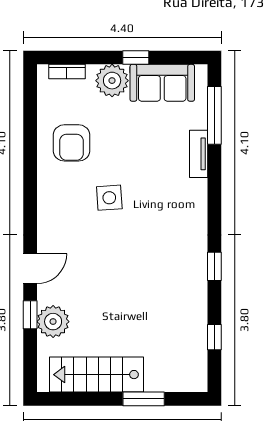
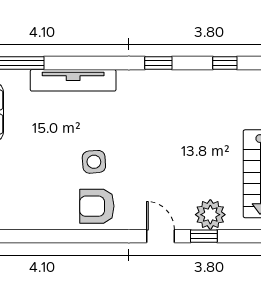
armchair: (71, 143) -> (97, 206), moved, turned 180
tv unit: (199, 154) -> (73, 80), width x1.92, depth x1.29

